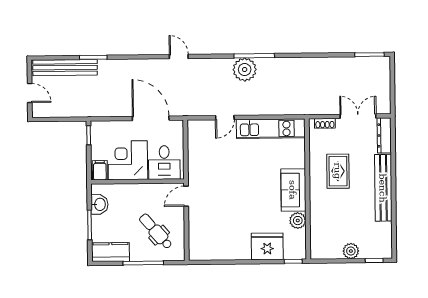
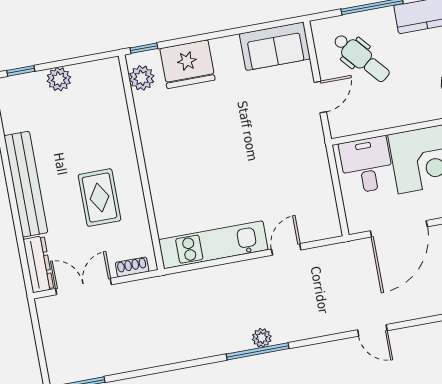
plant: (245, 70) -> (262, 338), width x0.53, depth x0.53
double door: (358, 116) -> (84, 287), swing flipped
door: (151, 118) -> (399, 229), hinge flipped
sofa: (293, 190) -> (275, 46), moved, turned 90
door: (186, 196) -> (320, 97), moved
plant: (298, 221) -> (142, 78), moved

